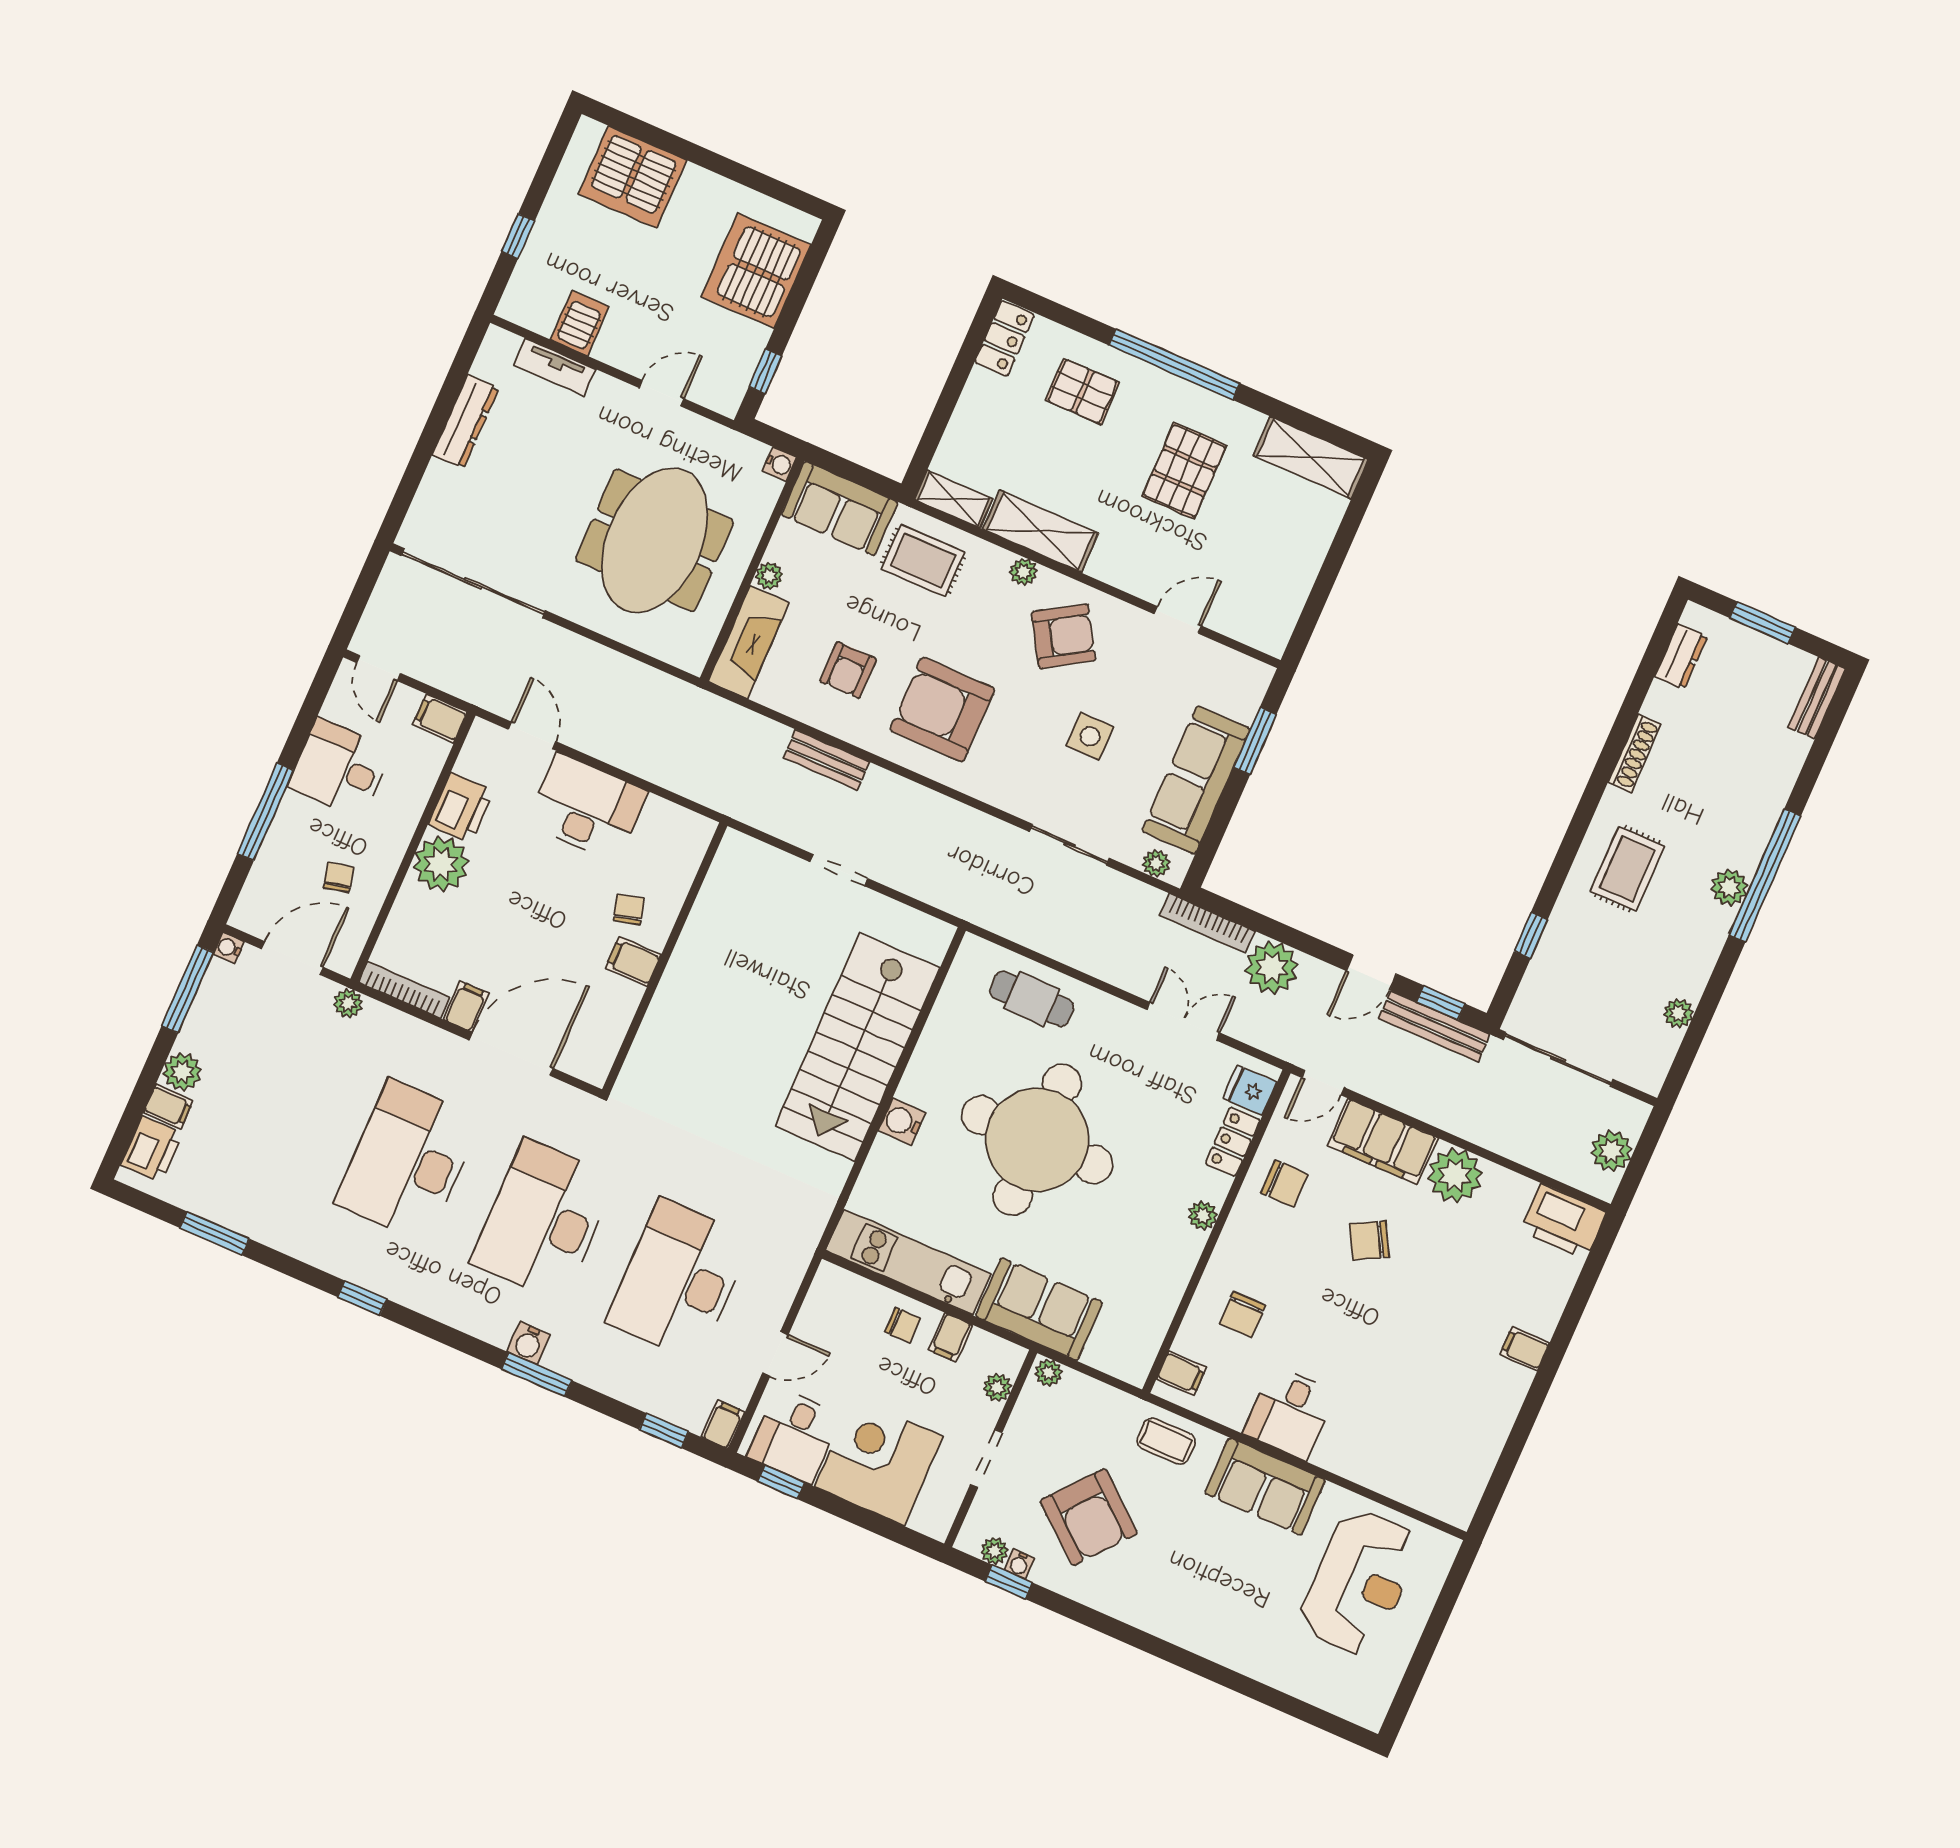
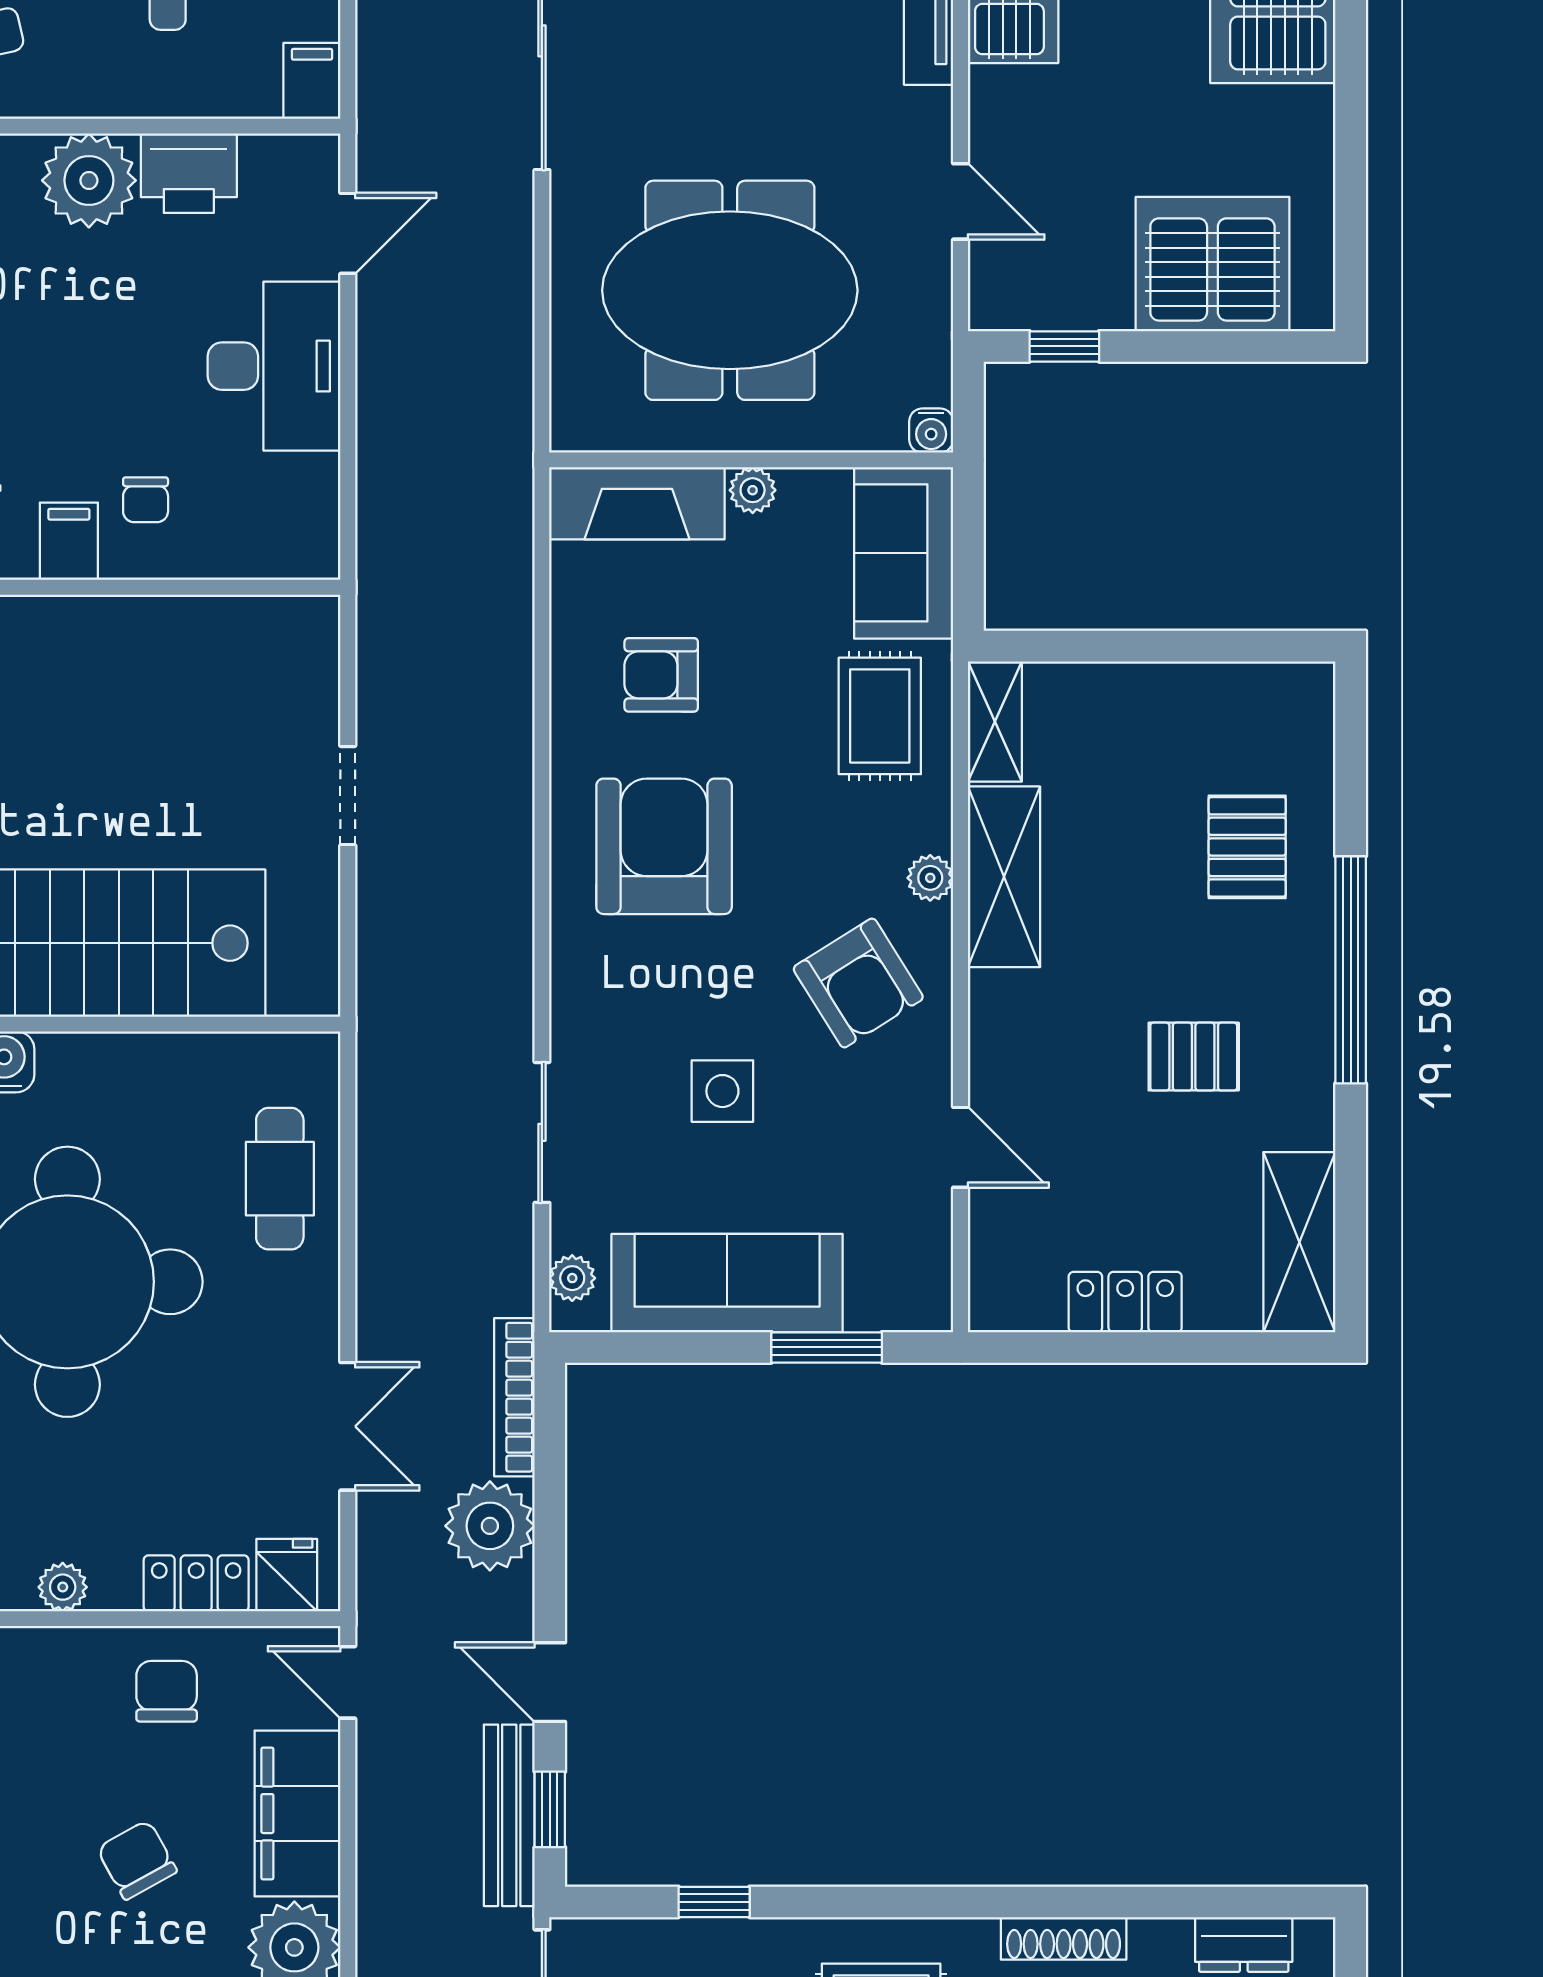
locker: (1004, 338) -> (1125, 1302), moved, turned 180
pallet: (1184, 471) -> (1194, 1057), width x0.67, depth x0.71
bench: (827, 760) -> (509, 702), removed
chair: (629, 910) -> (146, 500), turned 105
chair: (1285, 1184) -> (167, 1691), turned 180

